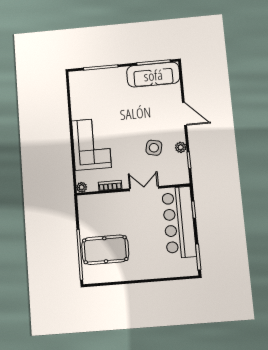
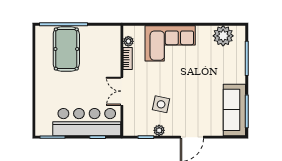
plant: (80, 92) -> (223, 36), added
plant: (82, 187) -> (128, 41), moved
double door: (144, 189) -> (122, 91), swing flipped

